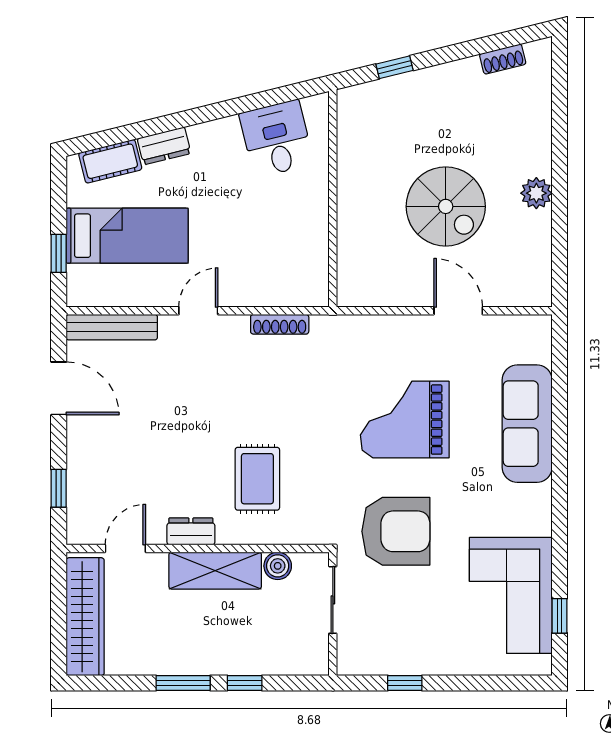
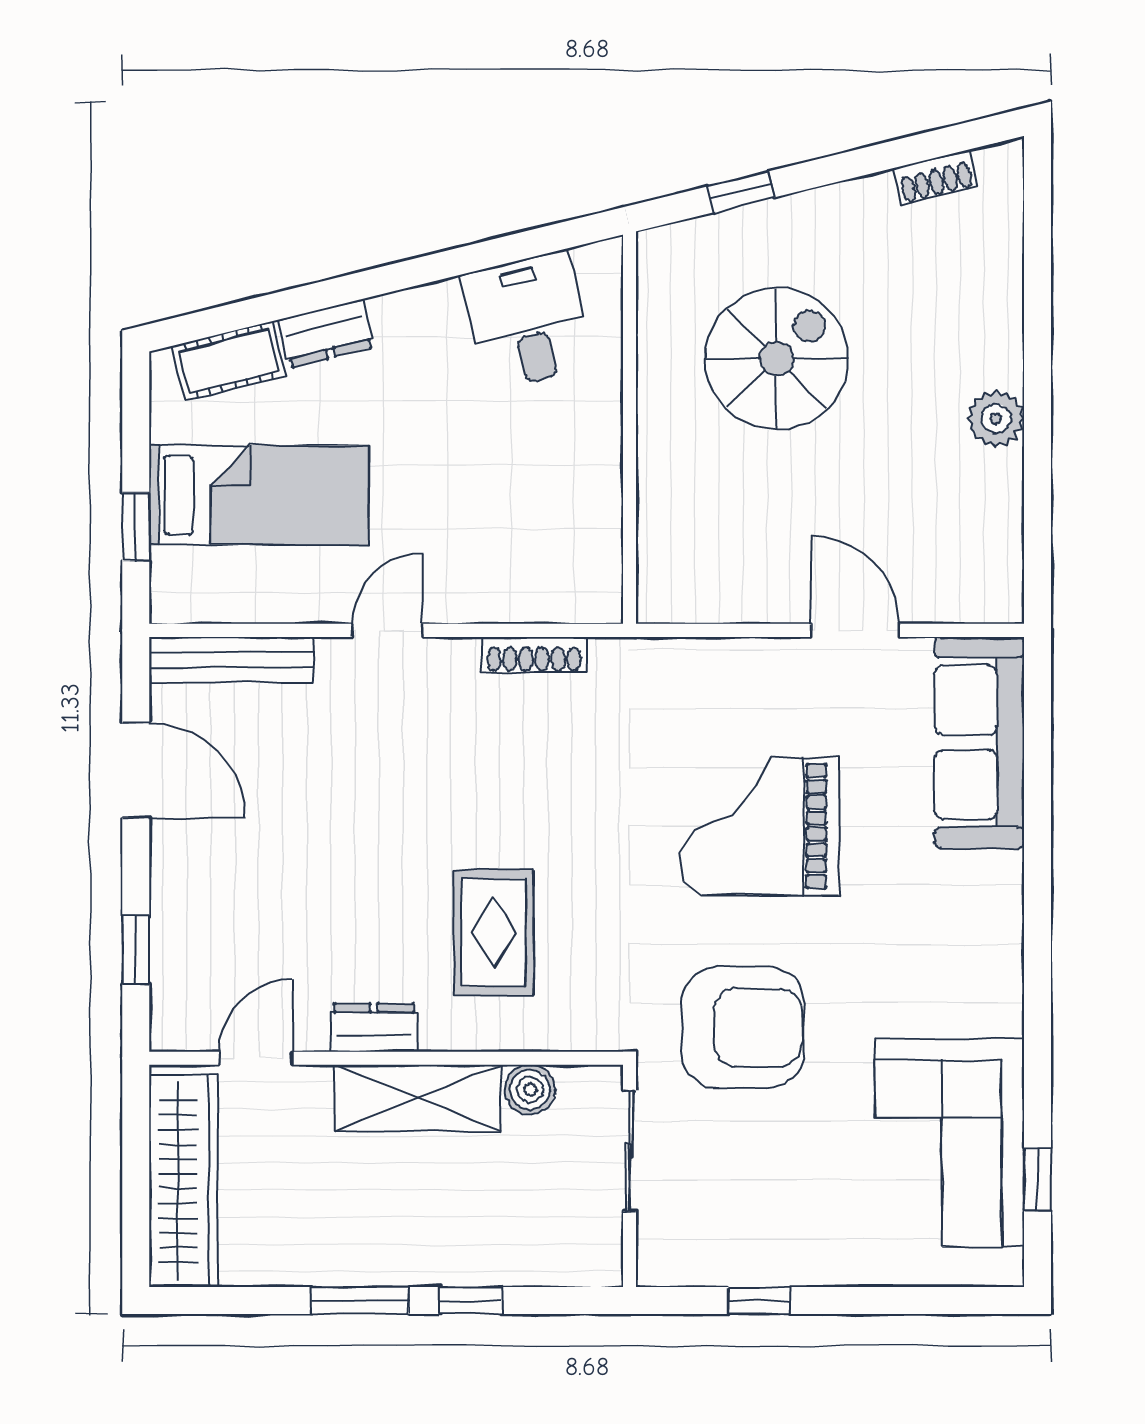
spiral stairs: (446, 206) -> (777, 359), moved, turned -90
sofa: (527, 424) -> (979, 742), moved

